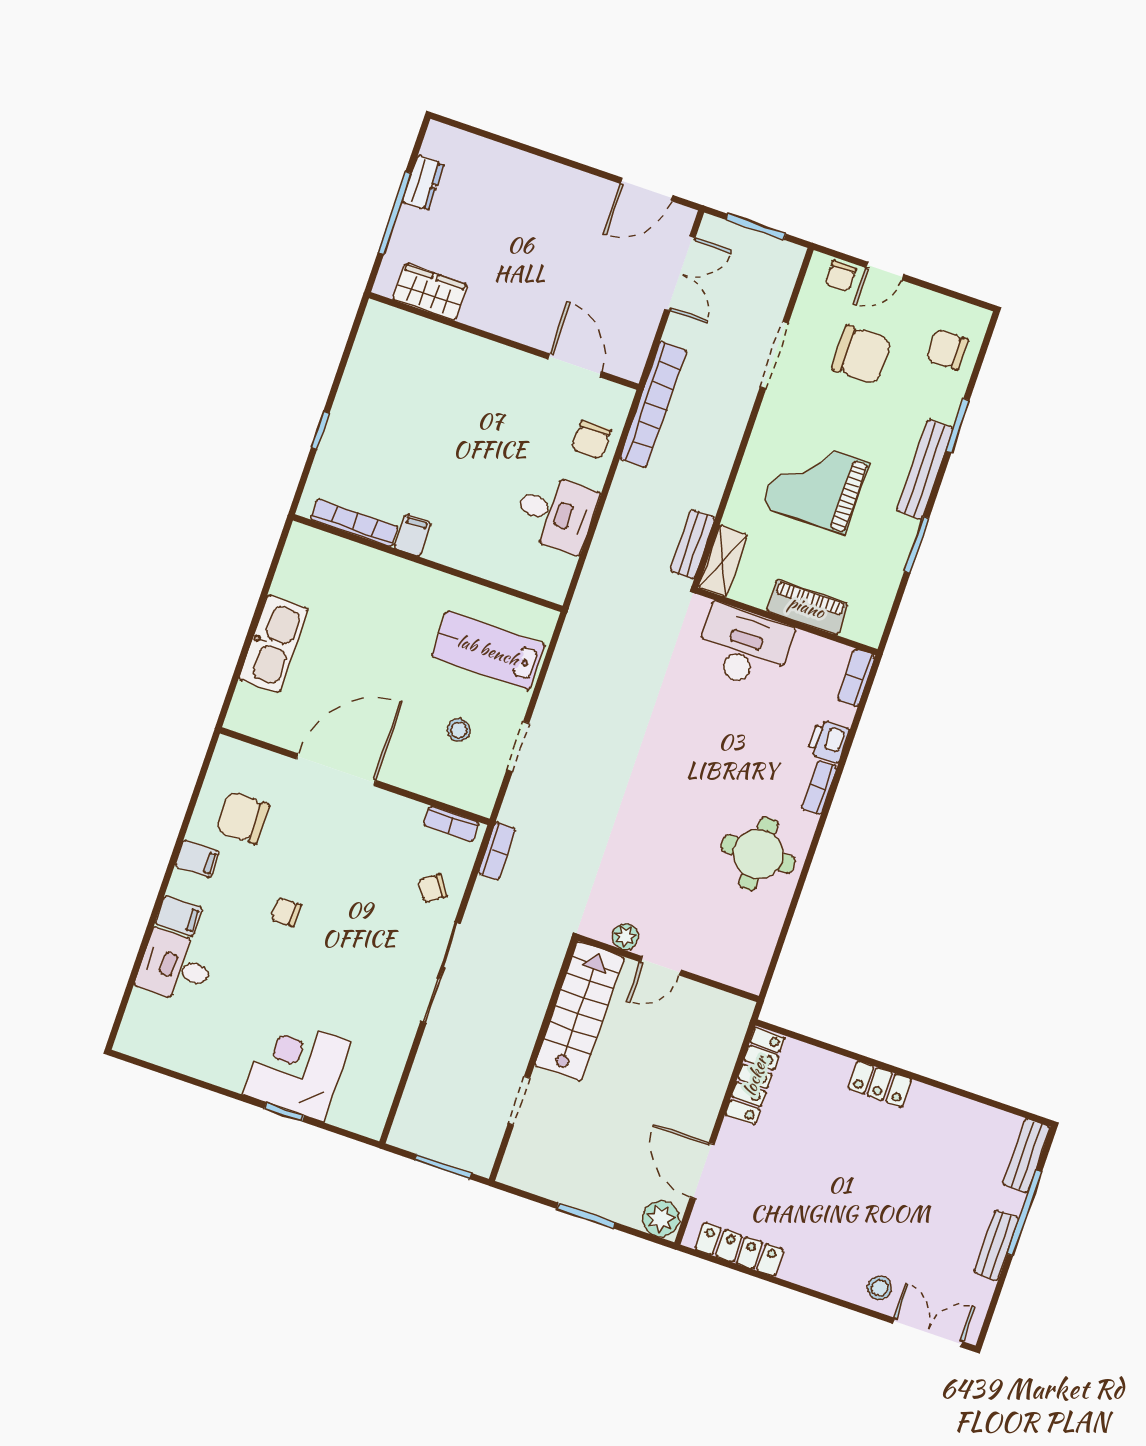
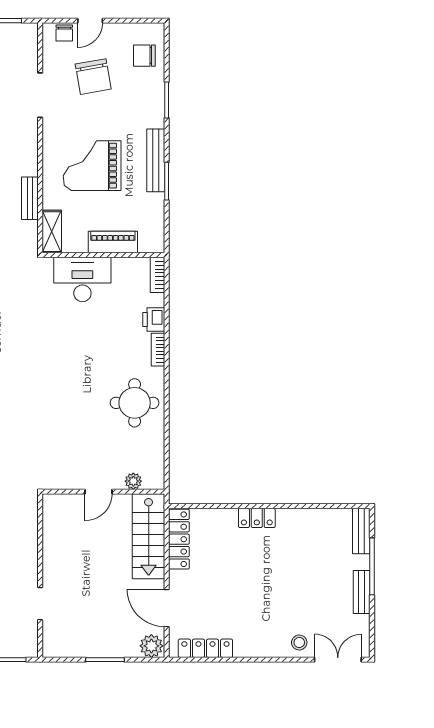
chair: (862, 355) -> (93, 77), turned 80
bench: (925, 469) -> (156, 160), moved
bench: (693, 544) -> (30, 198), moved
plant: (625, 937) -> (133, 481), moved
stairs: (579, 1011) -> (149, 536), moved, turned 180

